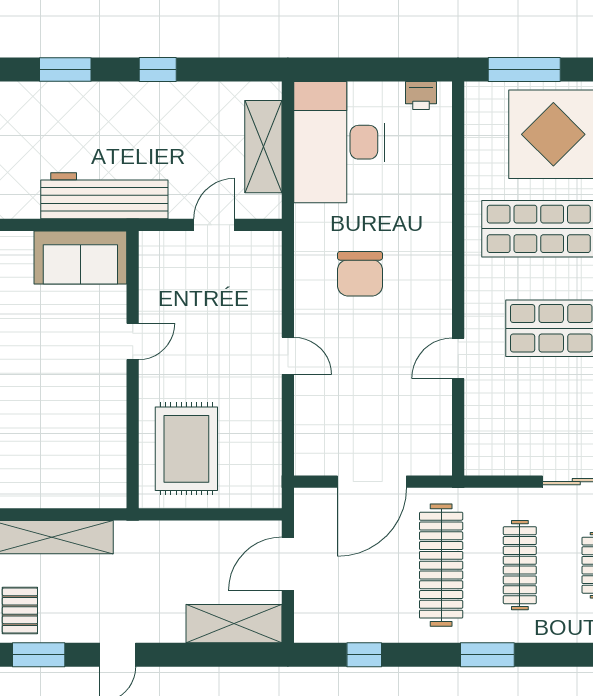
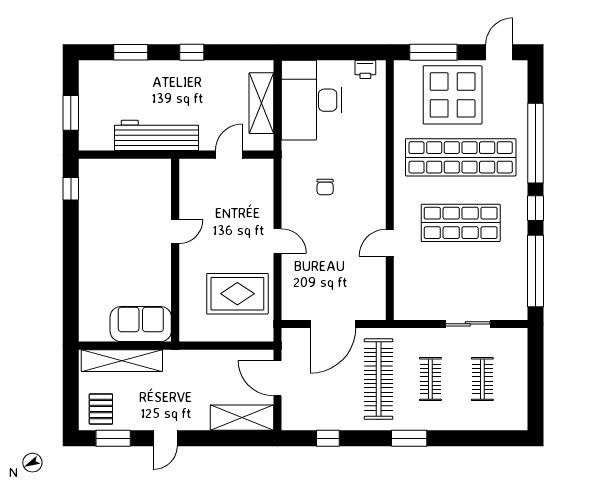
sofa: (80, 258) -> (141, 324), moved, turned 180
chair: (360, 274) -> (325, 187), width x0.54, depth x0.54
rug: (186, 449) -> (237, 294), moved, turned 90
door: (288, 564) -> (278, 378), hinge flipped
clothes rail: (520, 565) -> (430, 379), width x0.73

